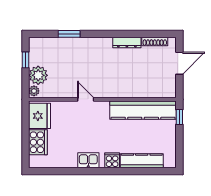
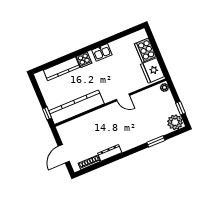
plant: (38, 75) -> (175, 122), moved

